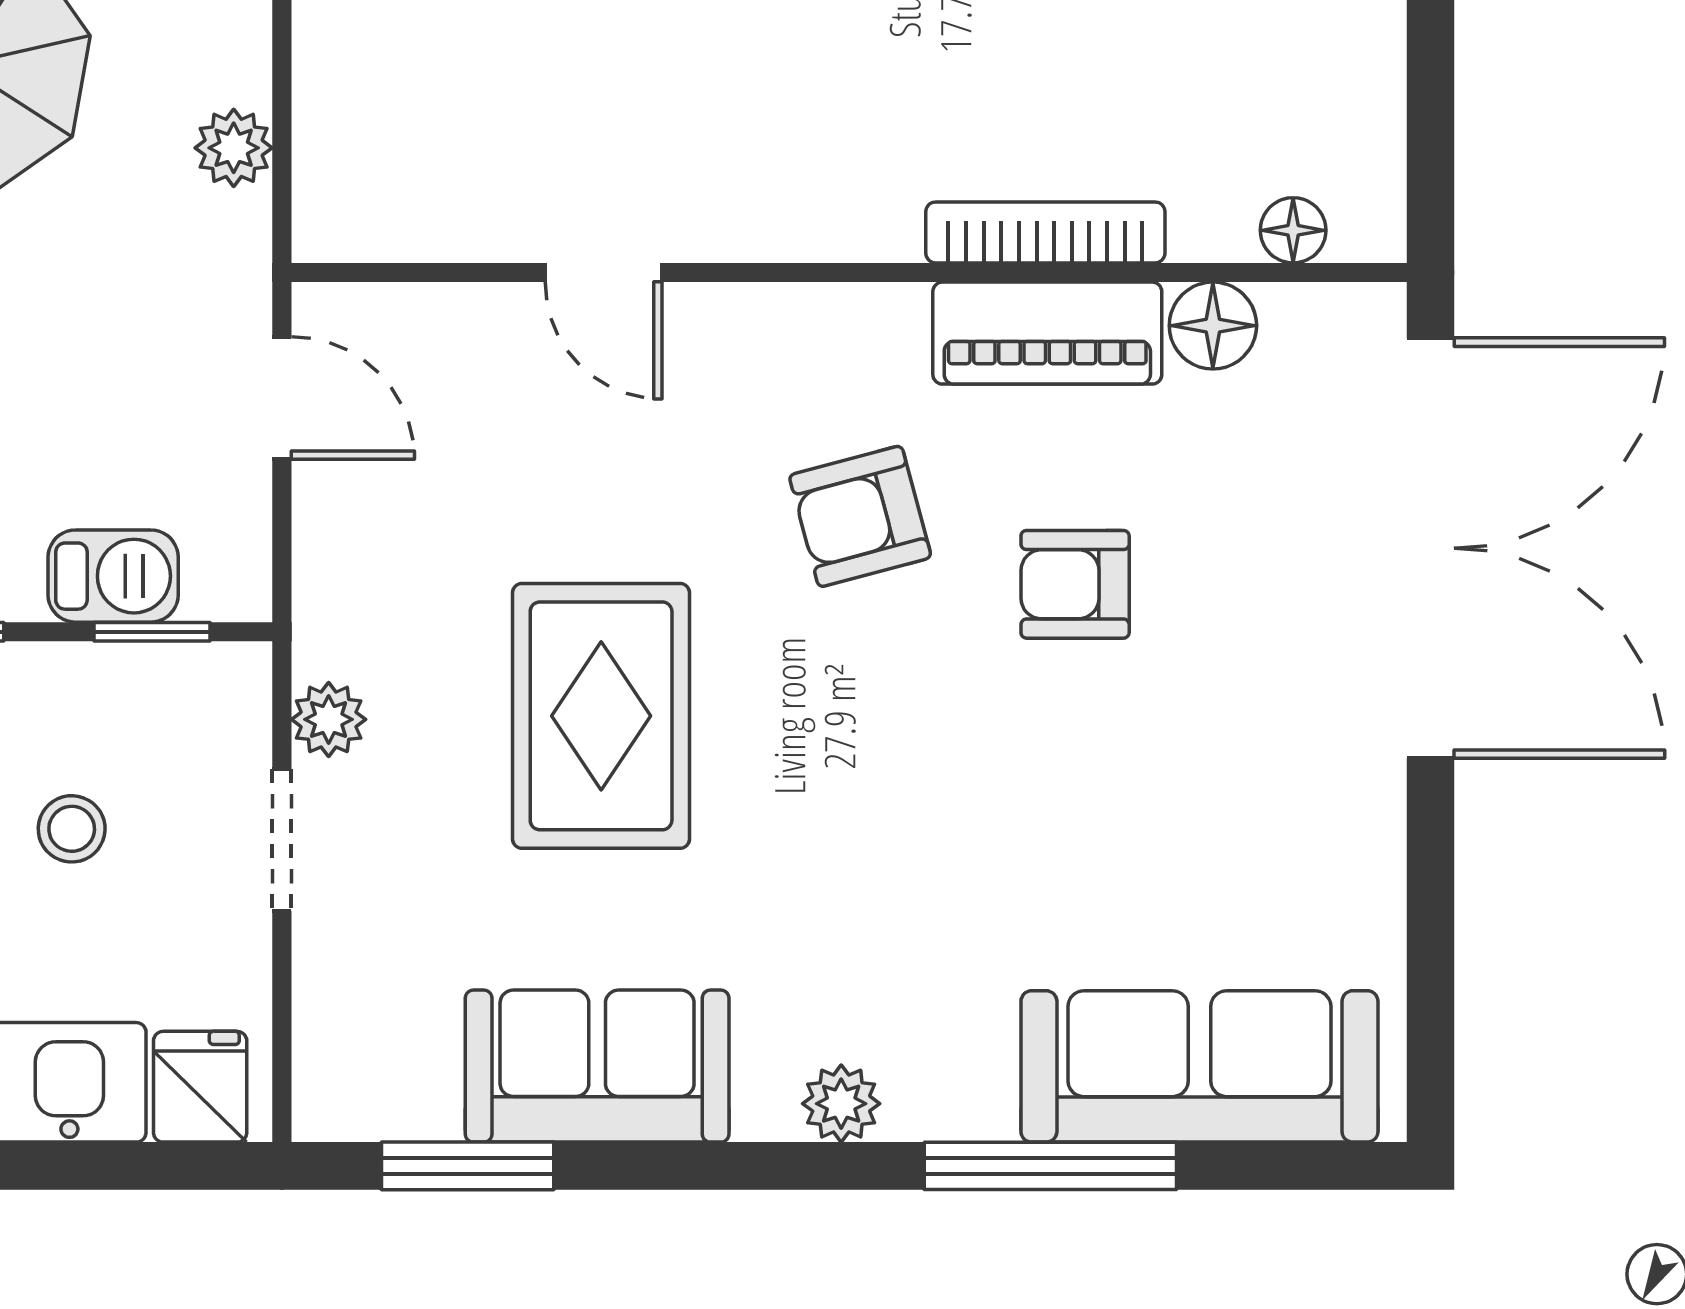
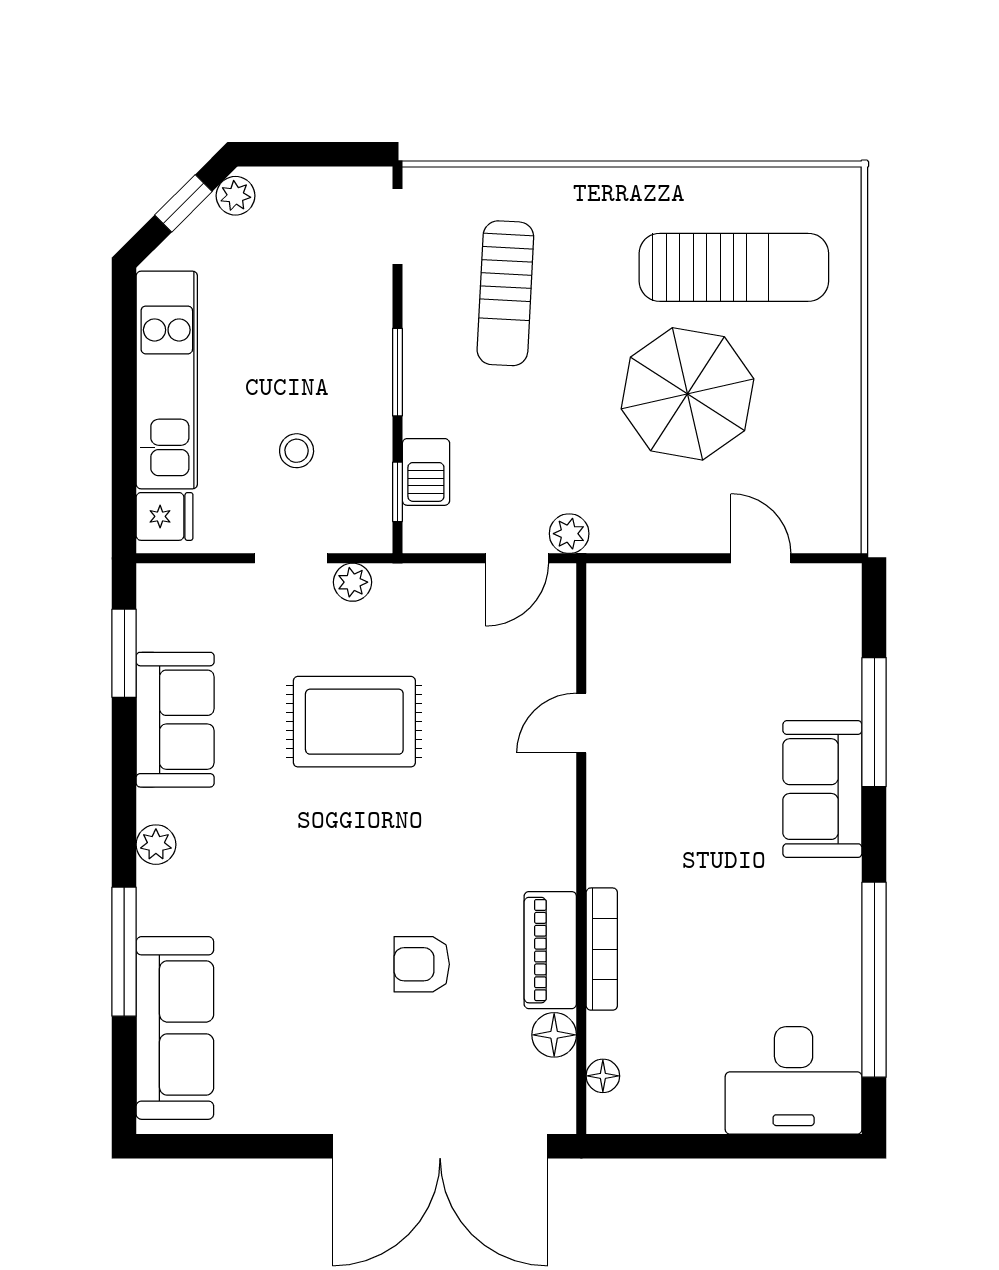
plant: (234, 148) -> (569, 534), moved
armchair: (860, 516) -> (456, 854), removed
armchair: (1075, 584) -> (422, 964), turned -90

